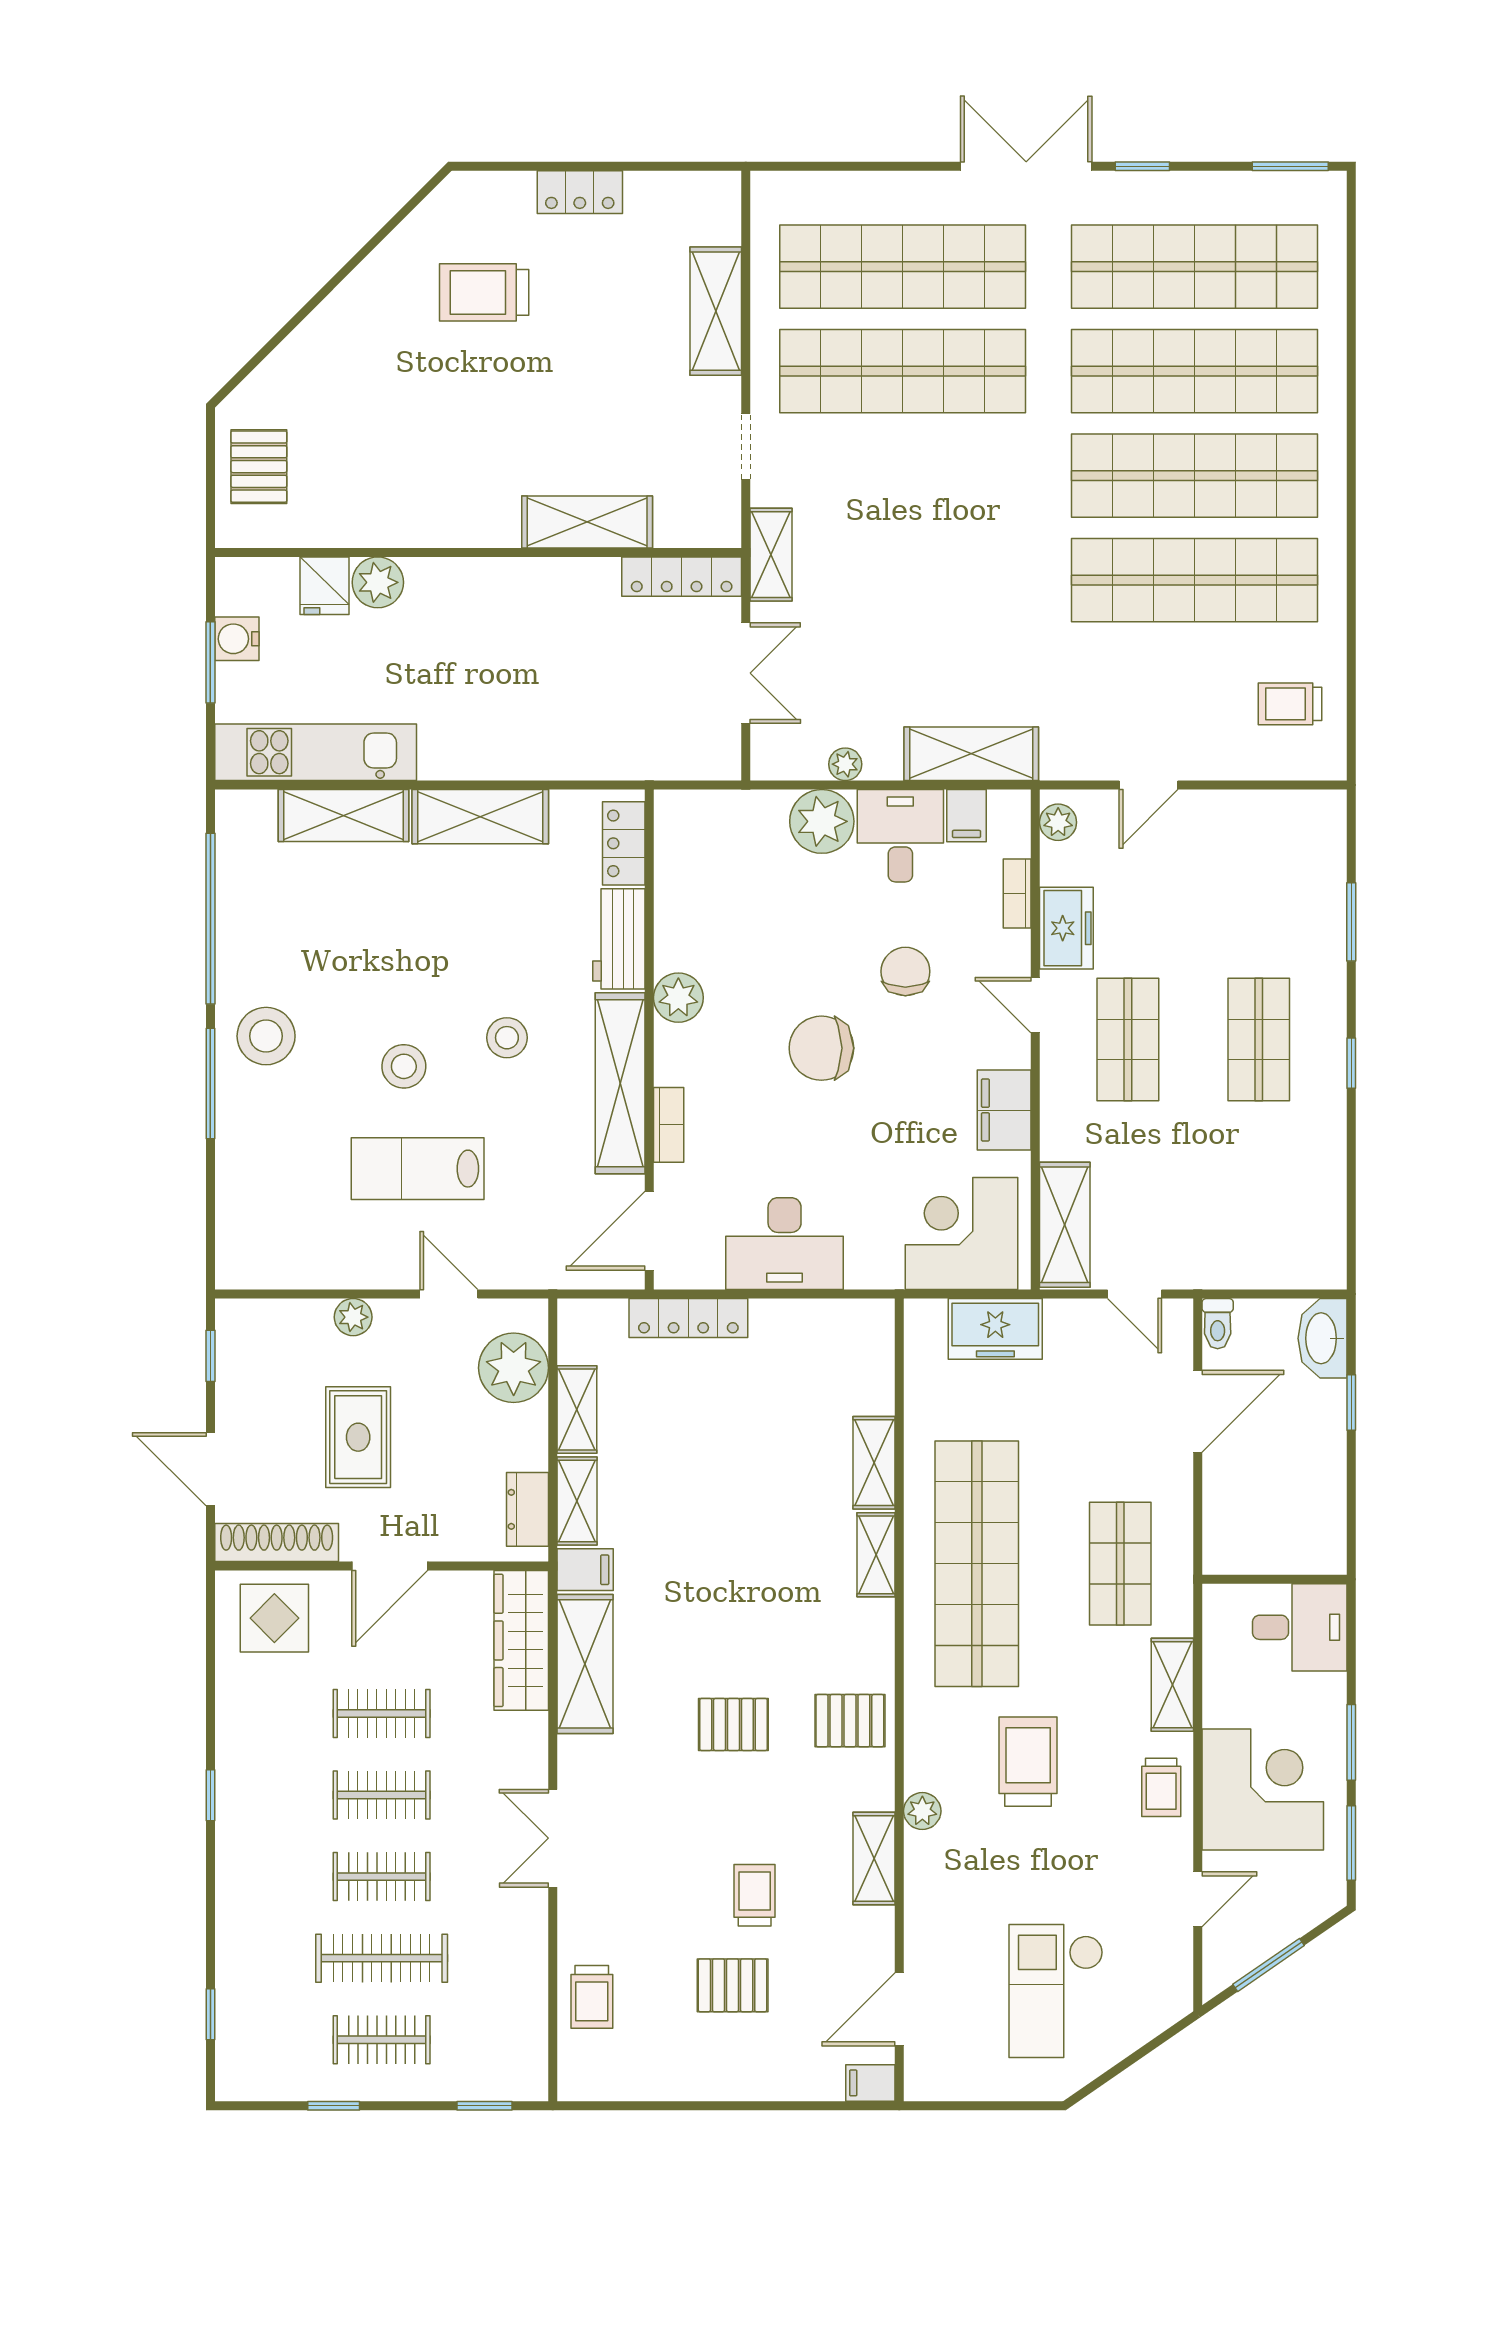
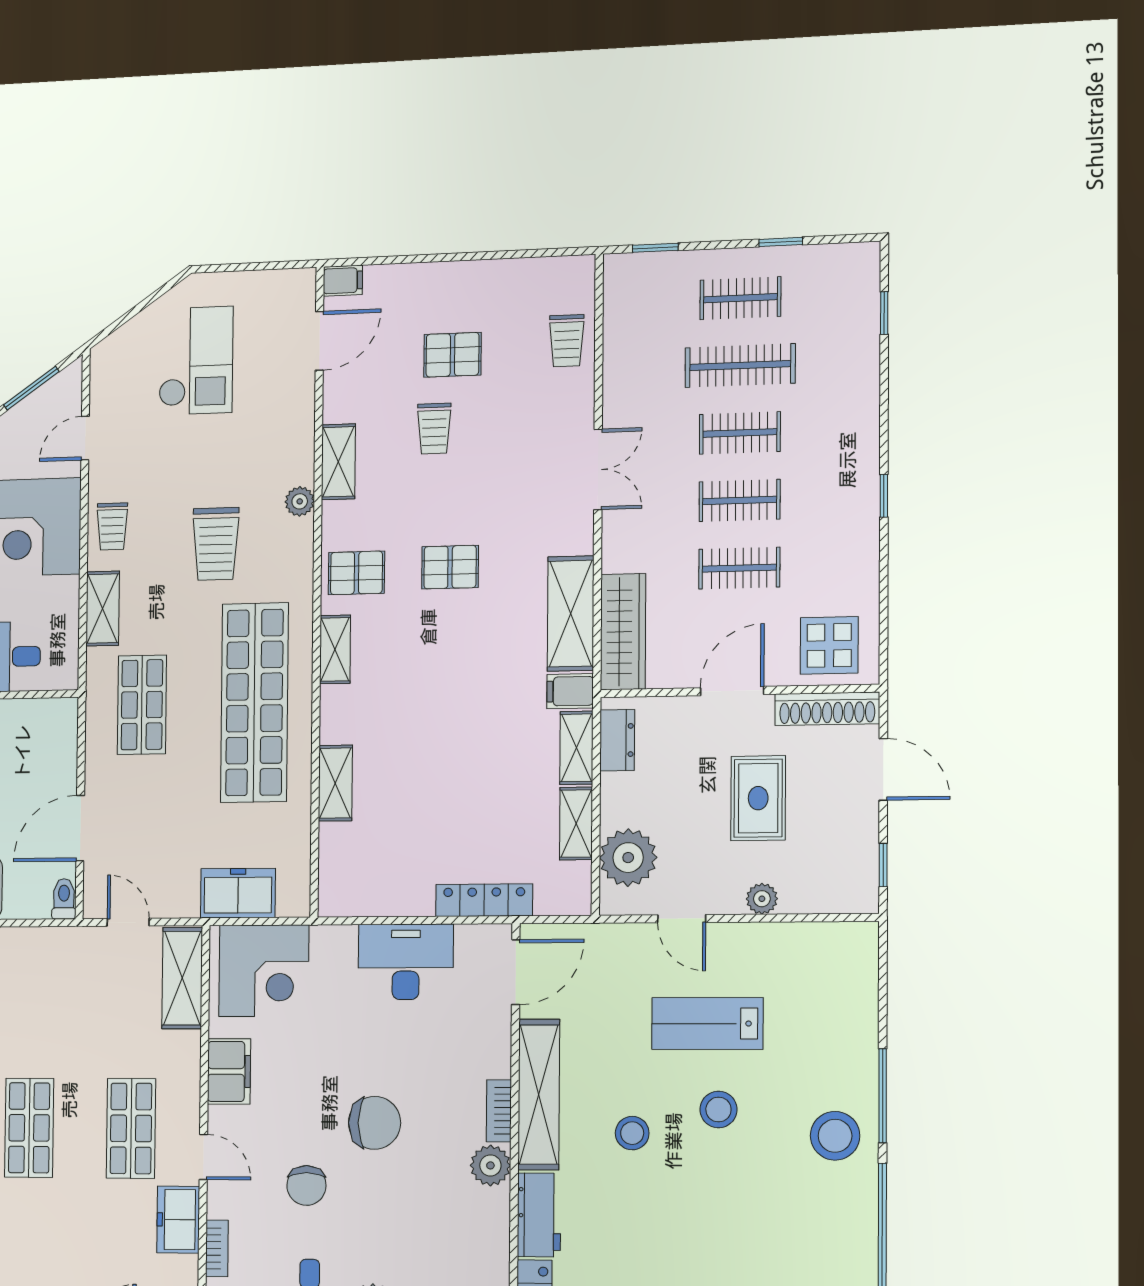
bookcase: (669, 1125) -> (499, 1111), moved
lab bench: (418, 1169) -> (707, 1024), turned 180
shelving: (876, 1555) -> (335, 649), moved
trolley: (1161, 1787) -> (112, 526), turned 180
trolley: (592, 1997) -> (567, 341), turned 180

